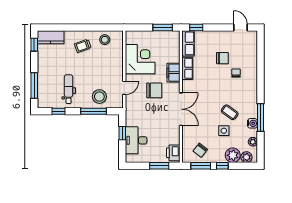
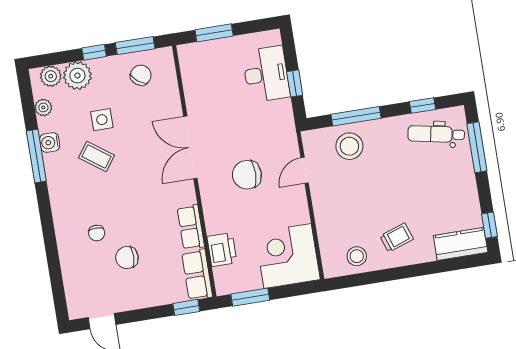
corner desk: (140, 59) -> (288, 256), moved, turned 90
filing cabinet: (173, 73) -> (216, 215), removed
dental chair: (69, 89) -> (436, 134), moved, turned 101
printer: (173, 153) -> (222, 250), moved

